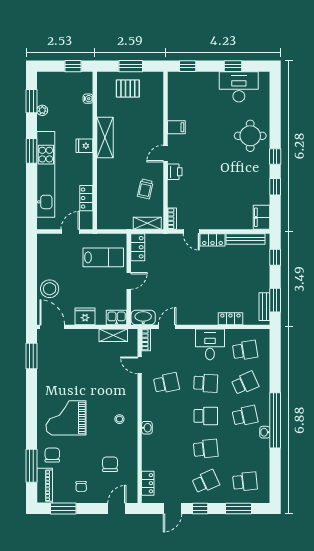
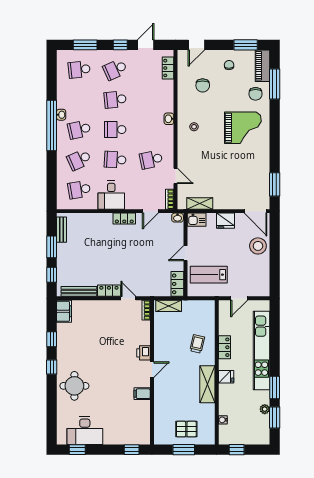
window: (233, 66) -> (77, 450), moved
window: (31, 151) -> (275, 388), moved
trolley: (145, 189) -> (197, 344), moved
locker: (86, 198) -> (224, 347), moved
window: (275, 300) -> (52, 247), moved
washbasin: (143, 317) -> (178, 218), width x0.52, depth x0.69
locker: (230, 319) -> (124, 219), moved

